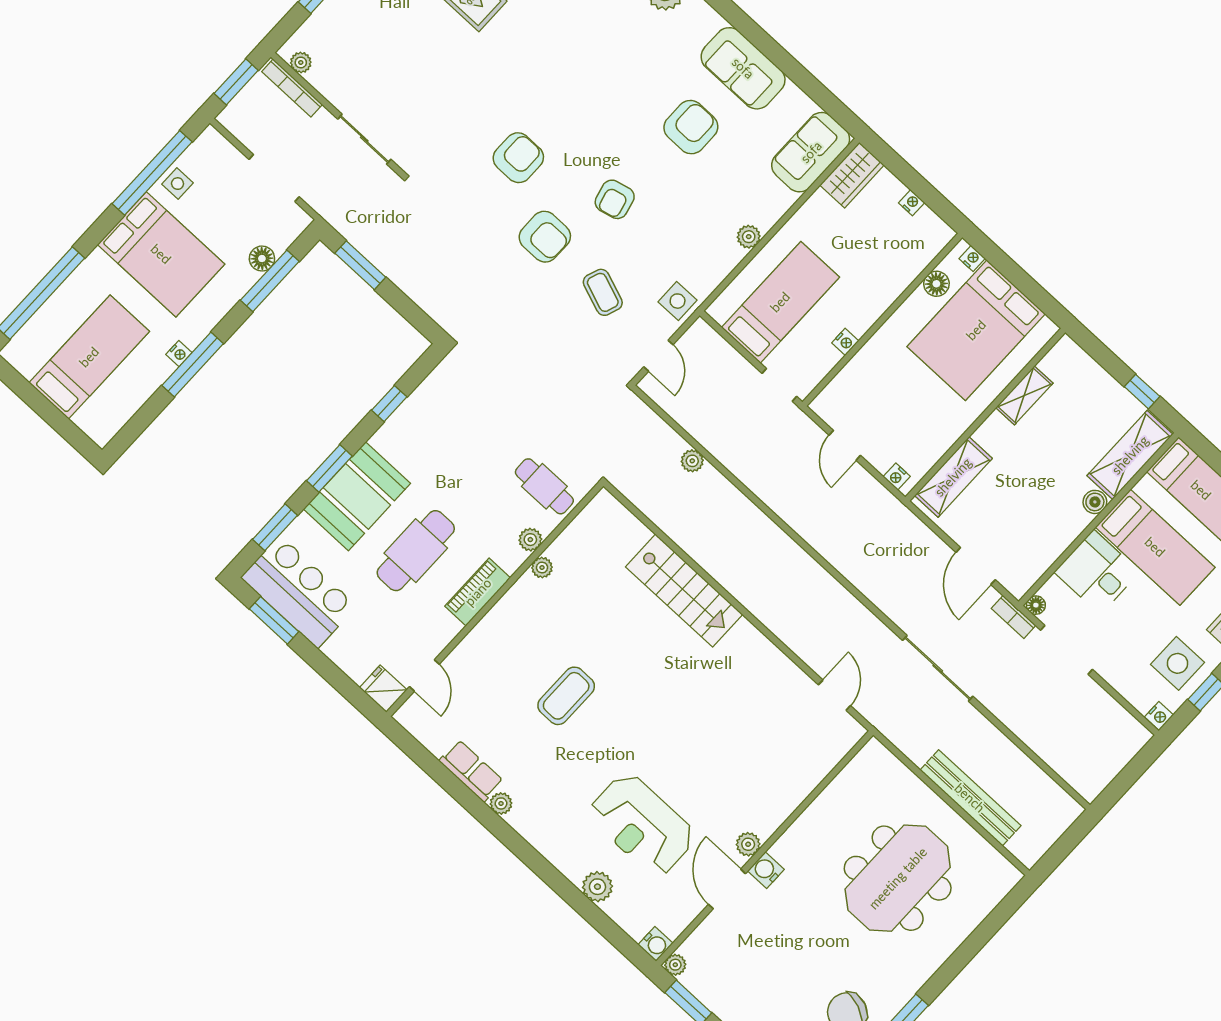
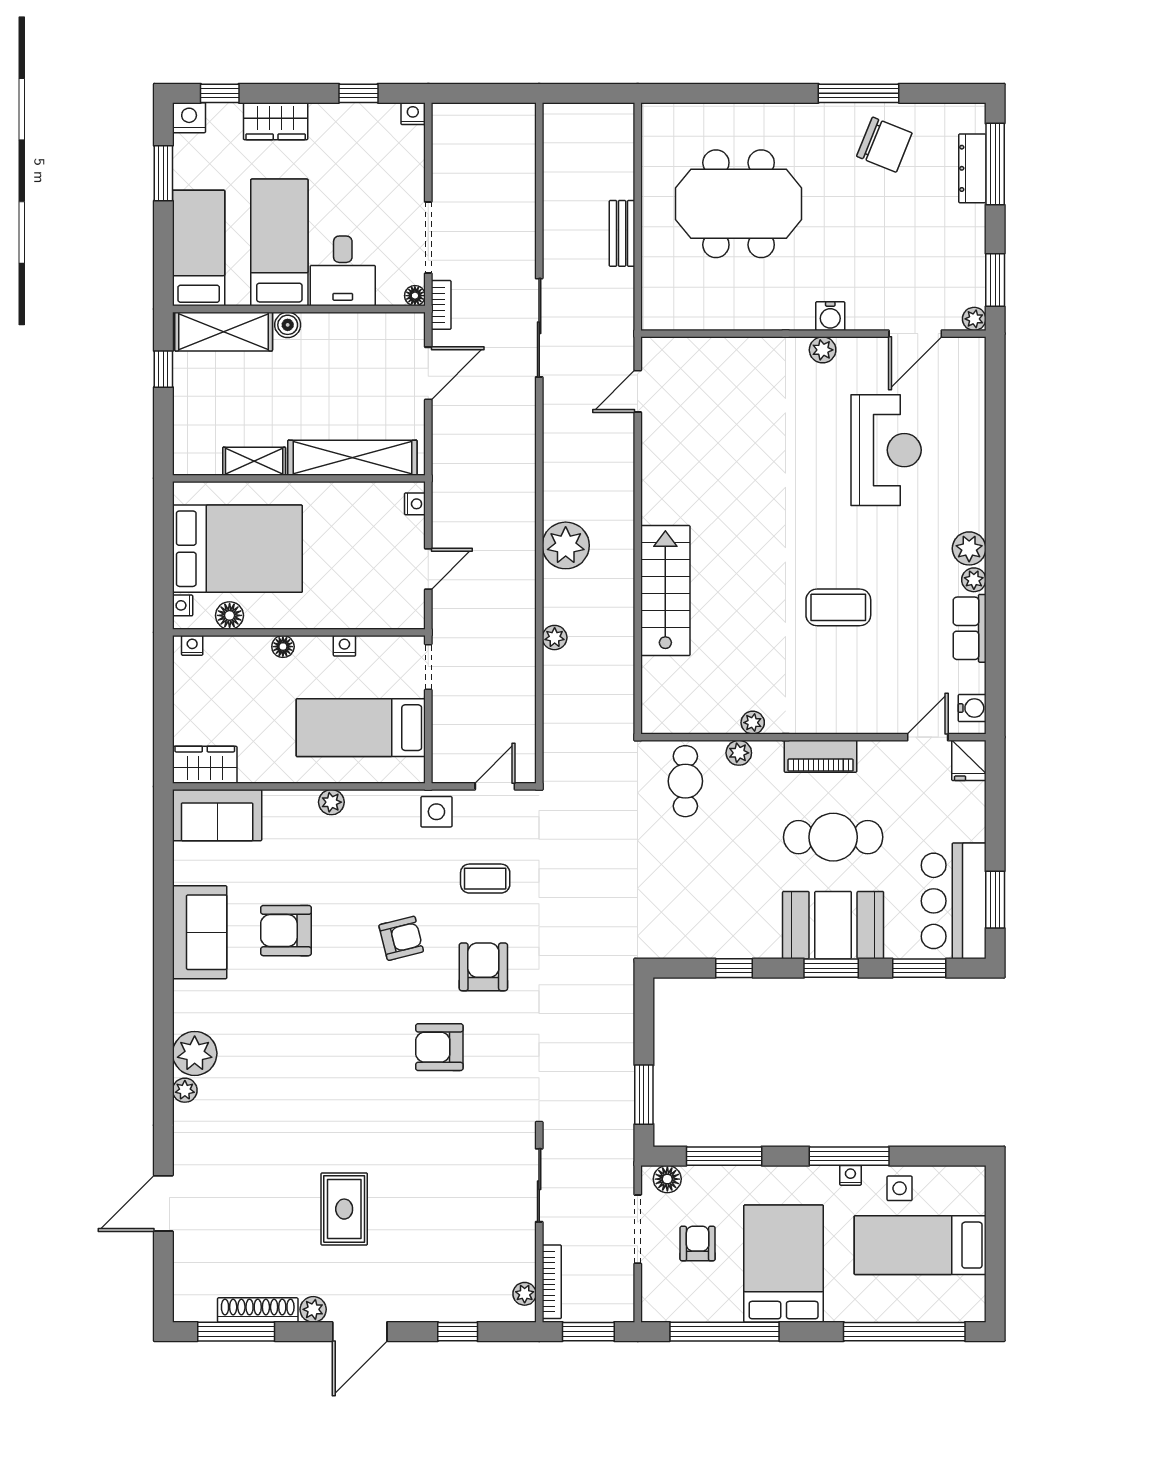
side table: (177, 184) -> (900, 1188), moved
nightstand: (912, 203) -> (192, 645), moved, turned 90
armchair: (228, 209) -> (698, 1244), added
floor lamp: (262, 259) -> (667, 1179), moved
coffee table: (603, 292) -> (485, 879), turned 70
floor lamp: (883, 300) -> (283, 647), added
plant: (692, 461) -> (555, 638), moved
shelving: (953, 477) -> (352, 458), width x1.47
plant: (776, 552) -> (566, 545), added
side table: (1178, 663) -> (356, 138), removed
bench: (970, 798) -> (622, 233), width x0.54, depth x0.82
plant: (597, 887) -> (969, 548), moved
door: (727, 889) -> (915, 334), moved
water cooler: (655, 944) -> (972, 708), moved, turned 90

